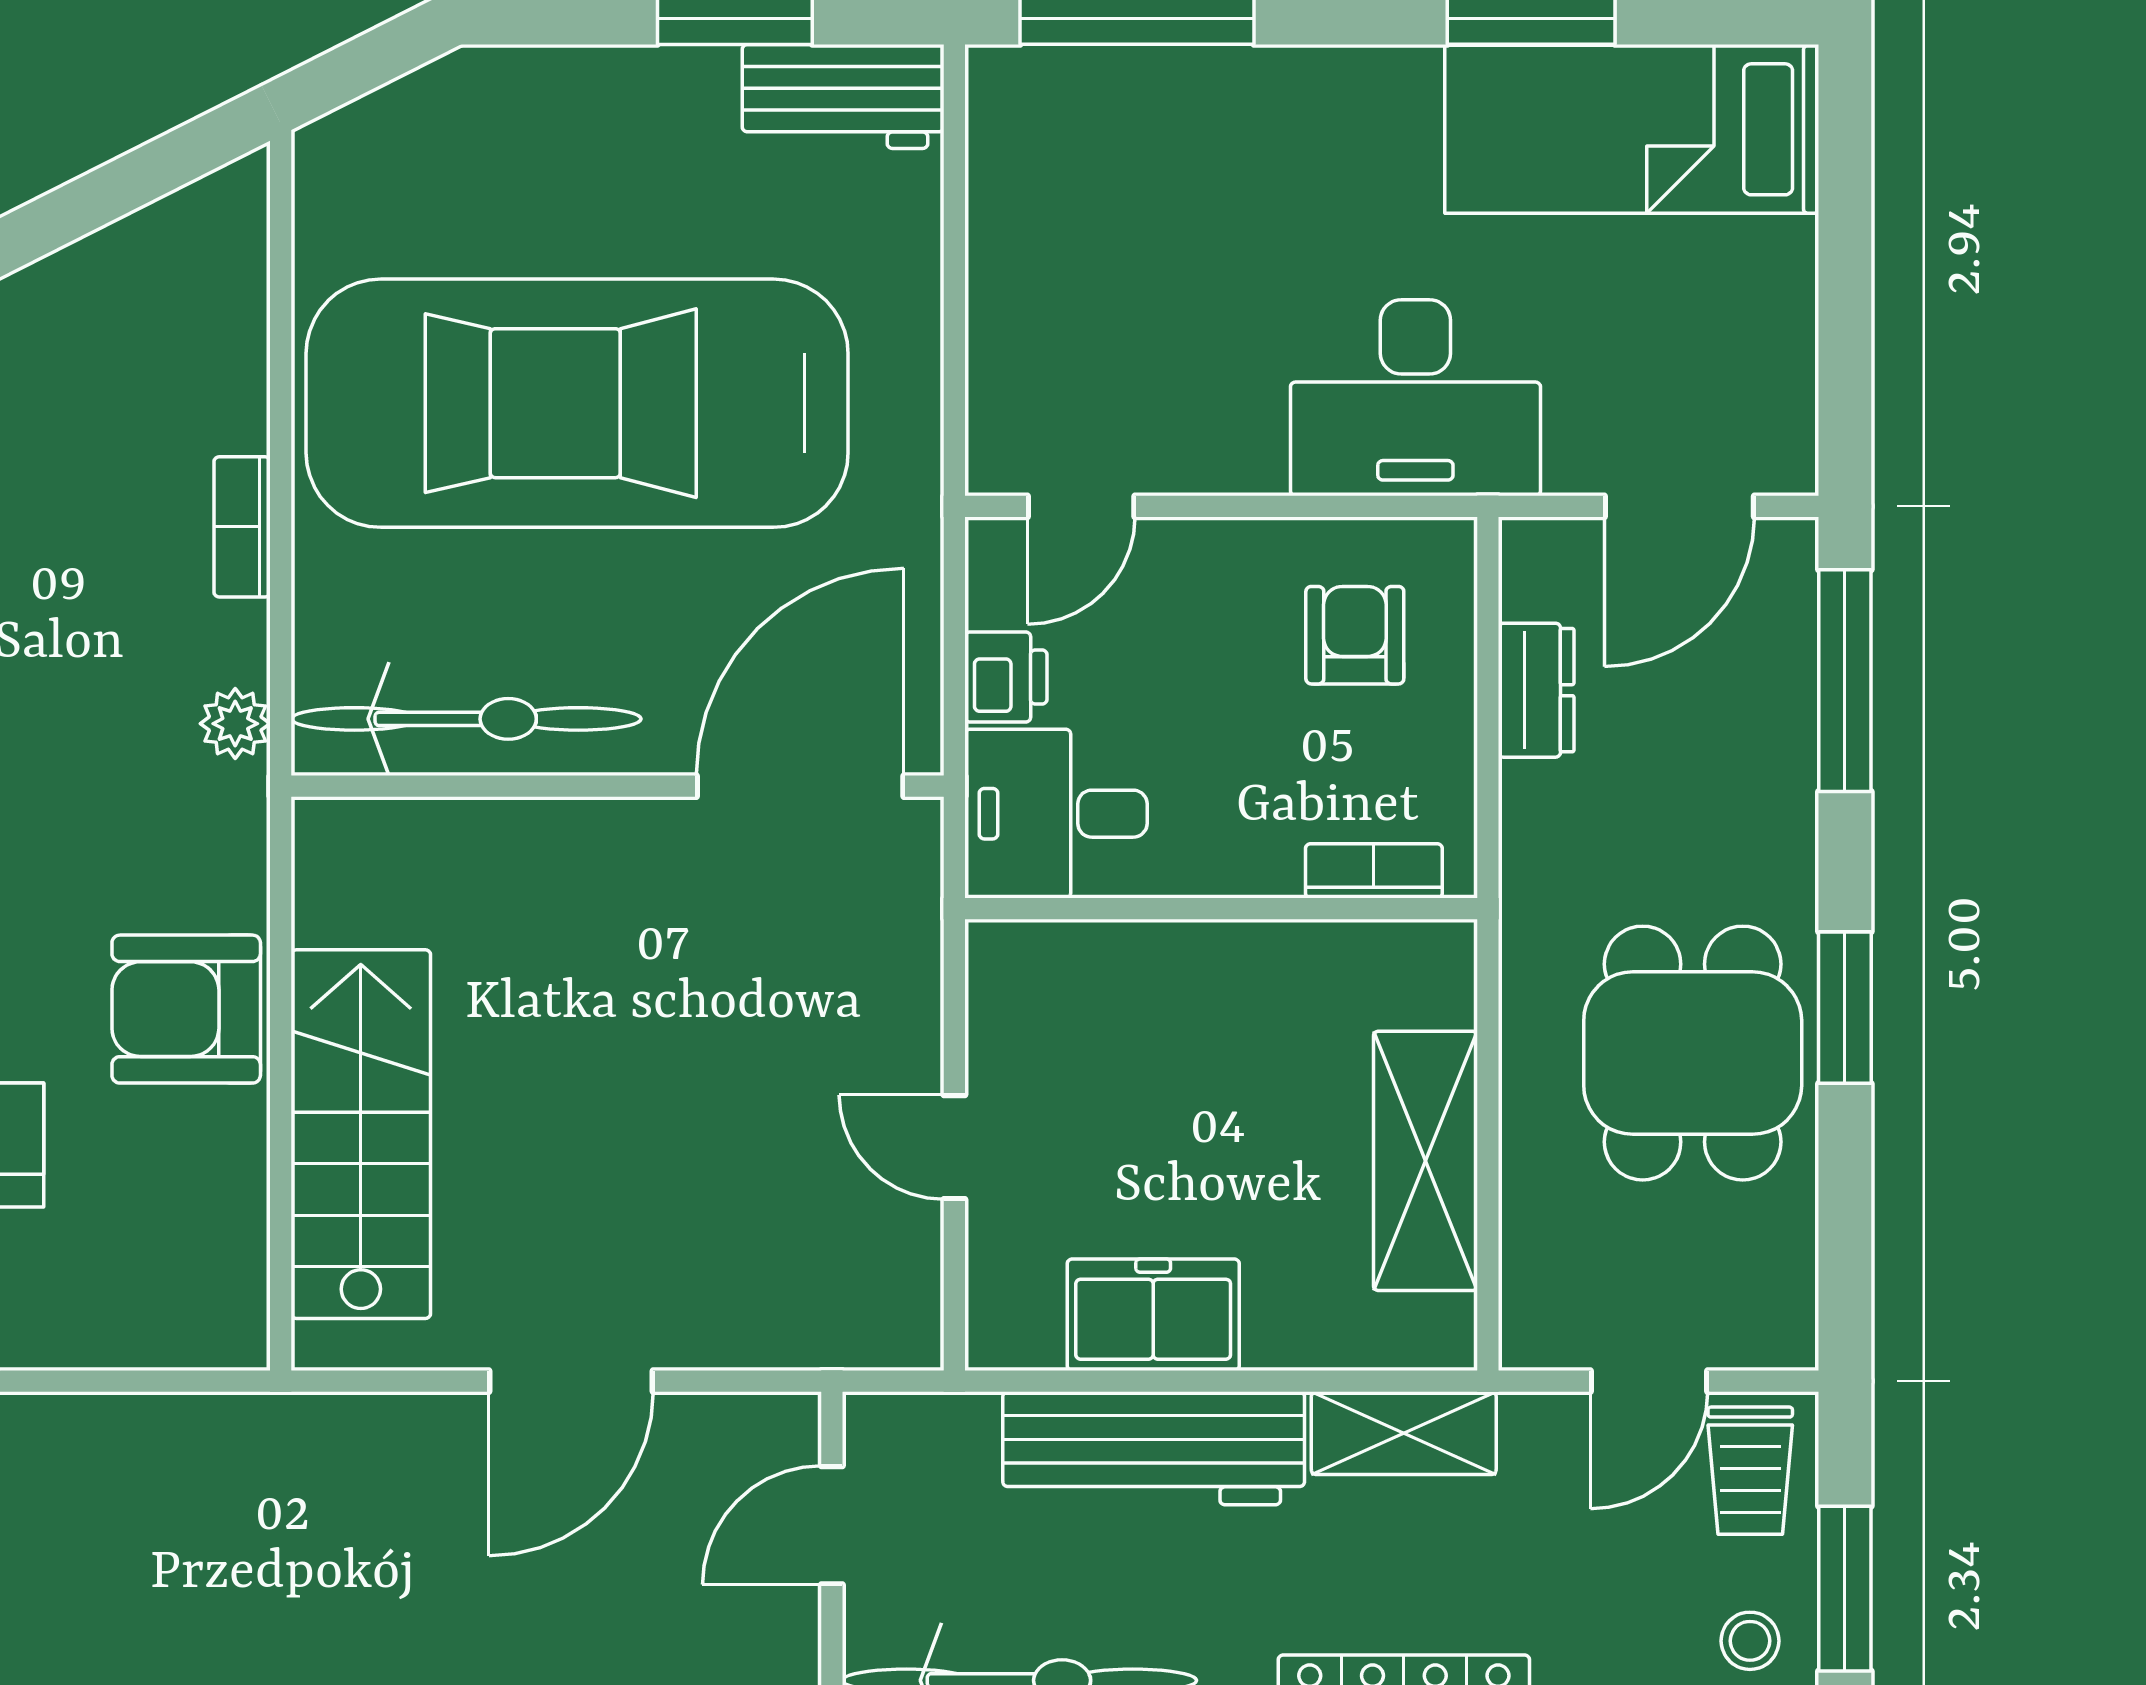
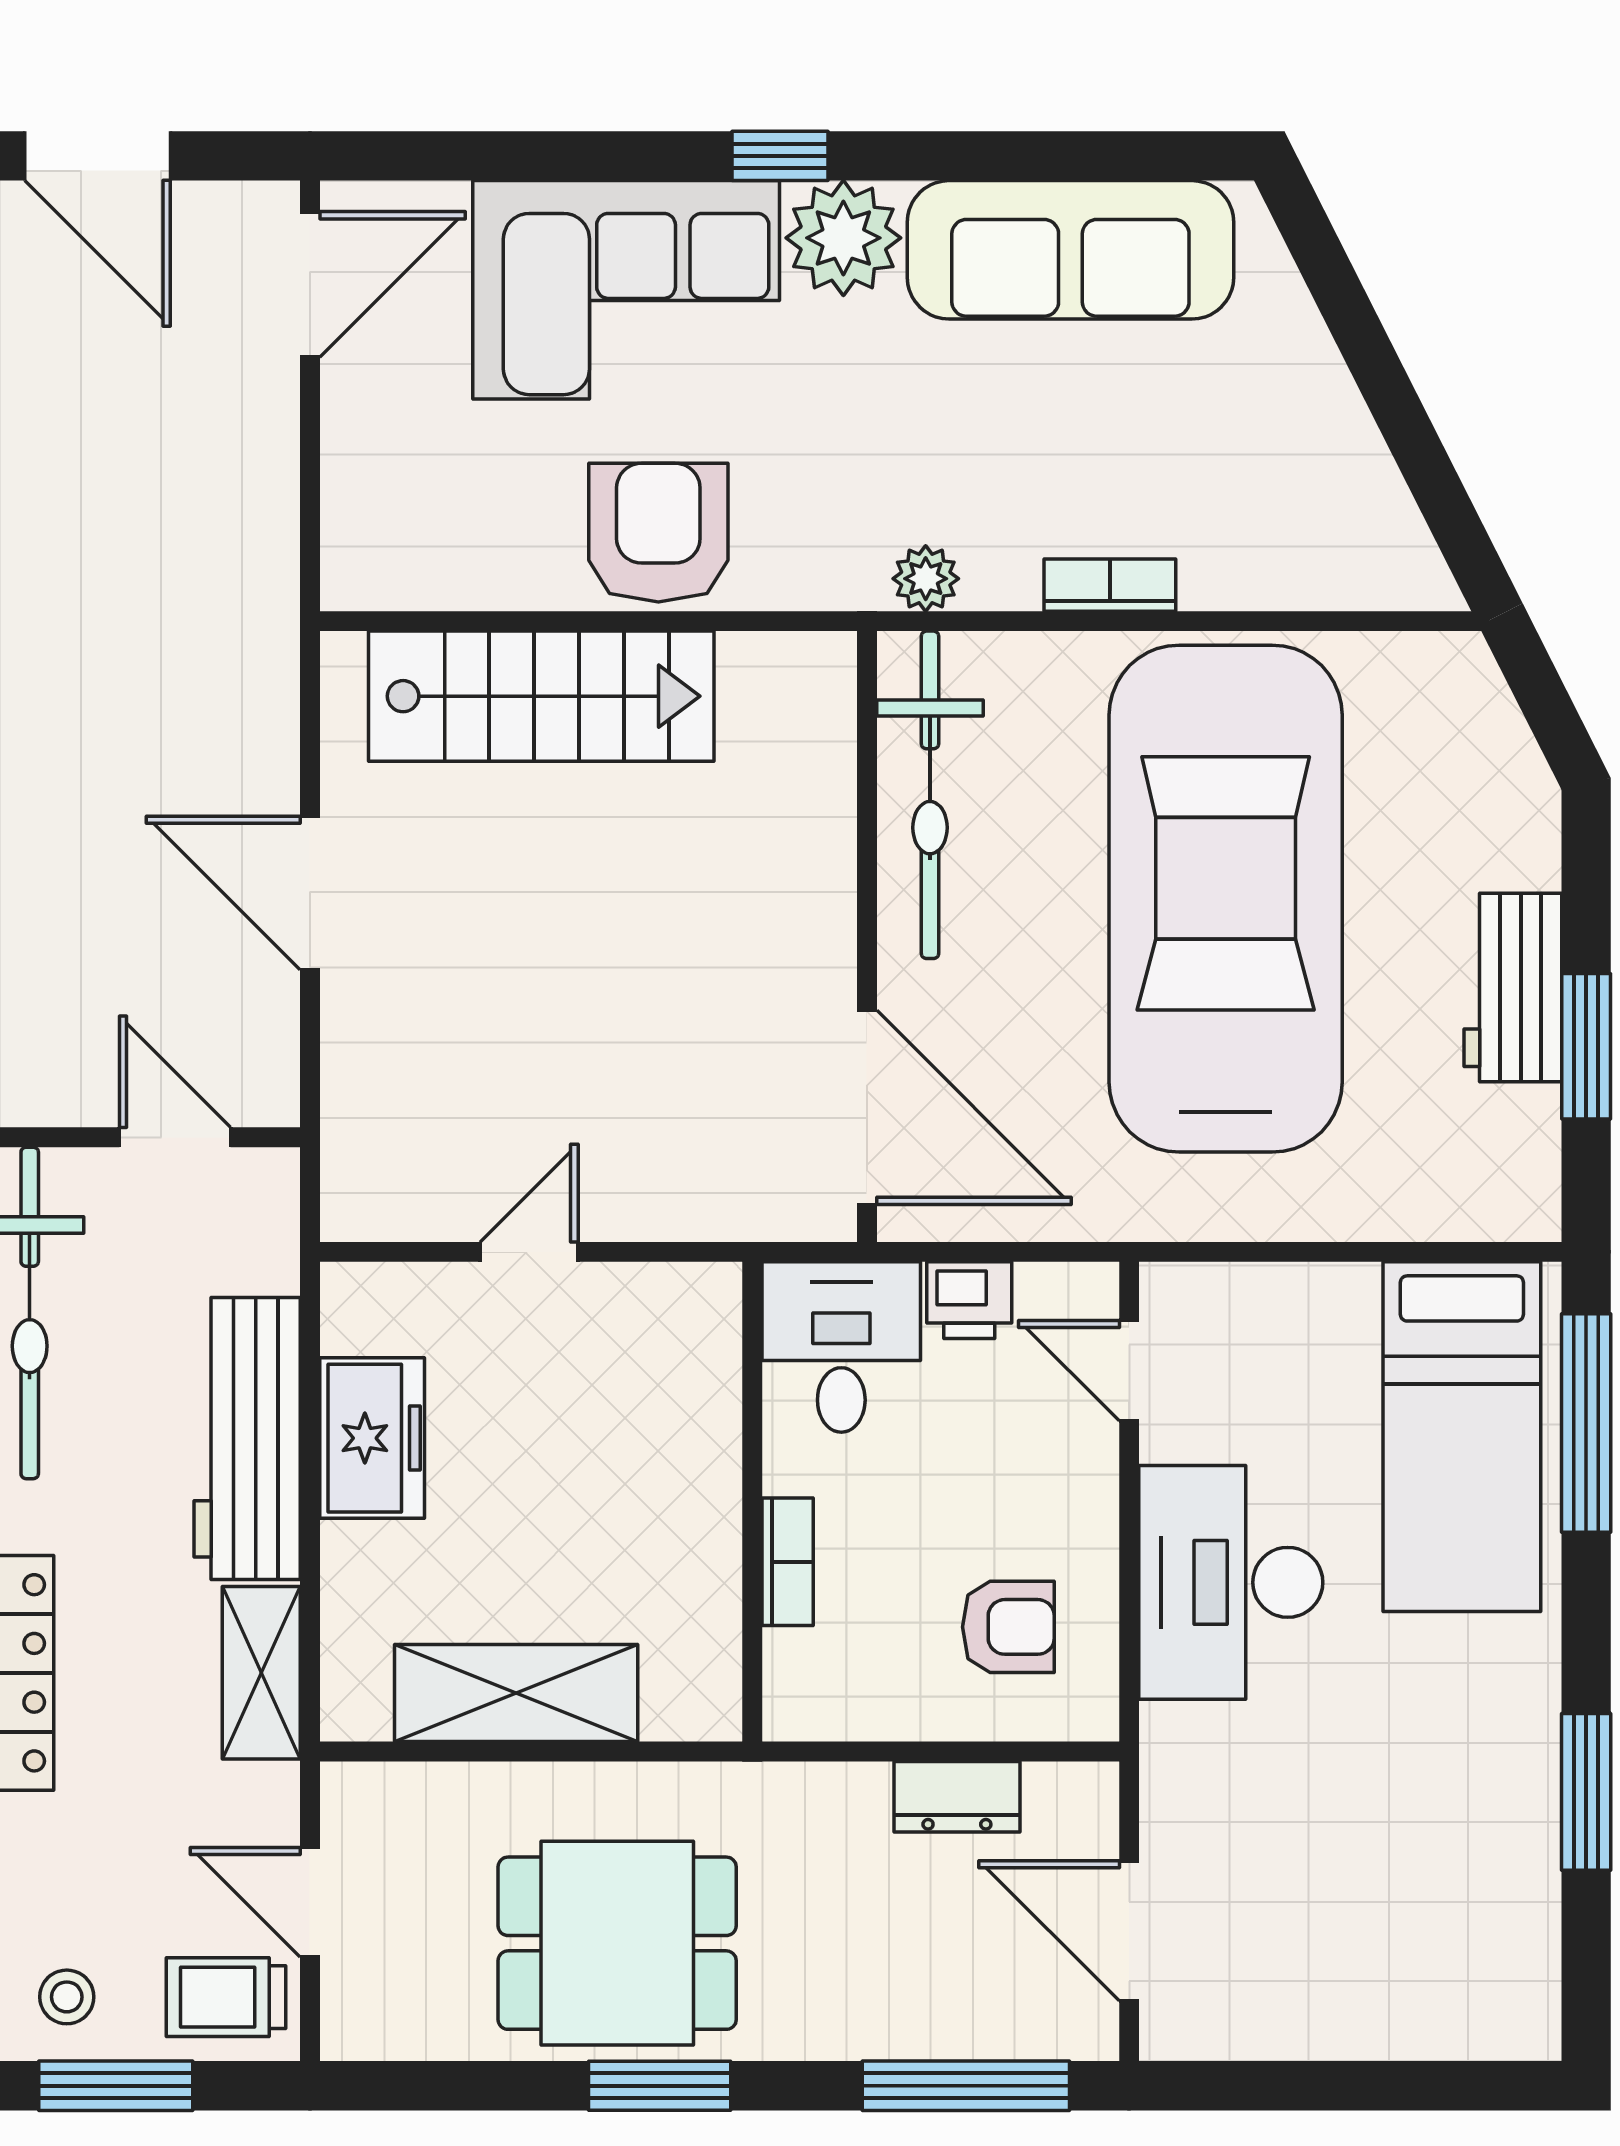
workbench: (843, 96) -> (1513, 987), moved
bed: (1632, 129) -> (1462, 1437), moved, turned 180
desk: (1415, 398) -> (1231, 1582), moved
bookcase: (1374, 871) -> (788, 1562), moved

